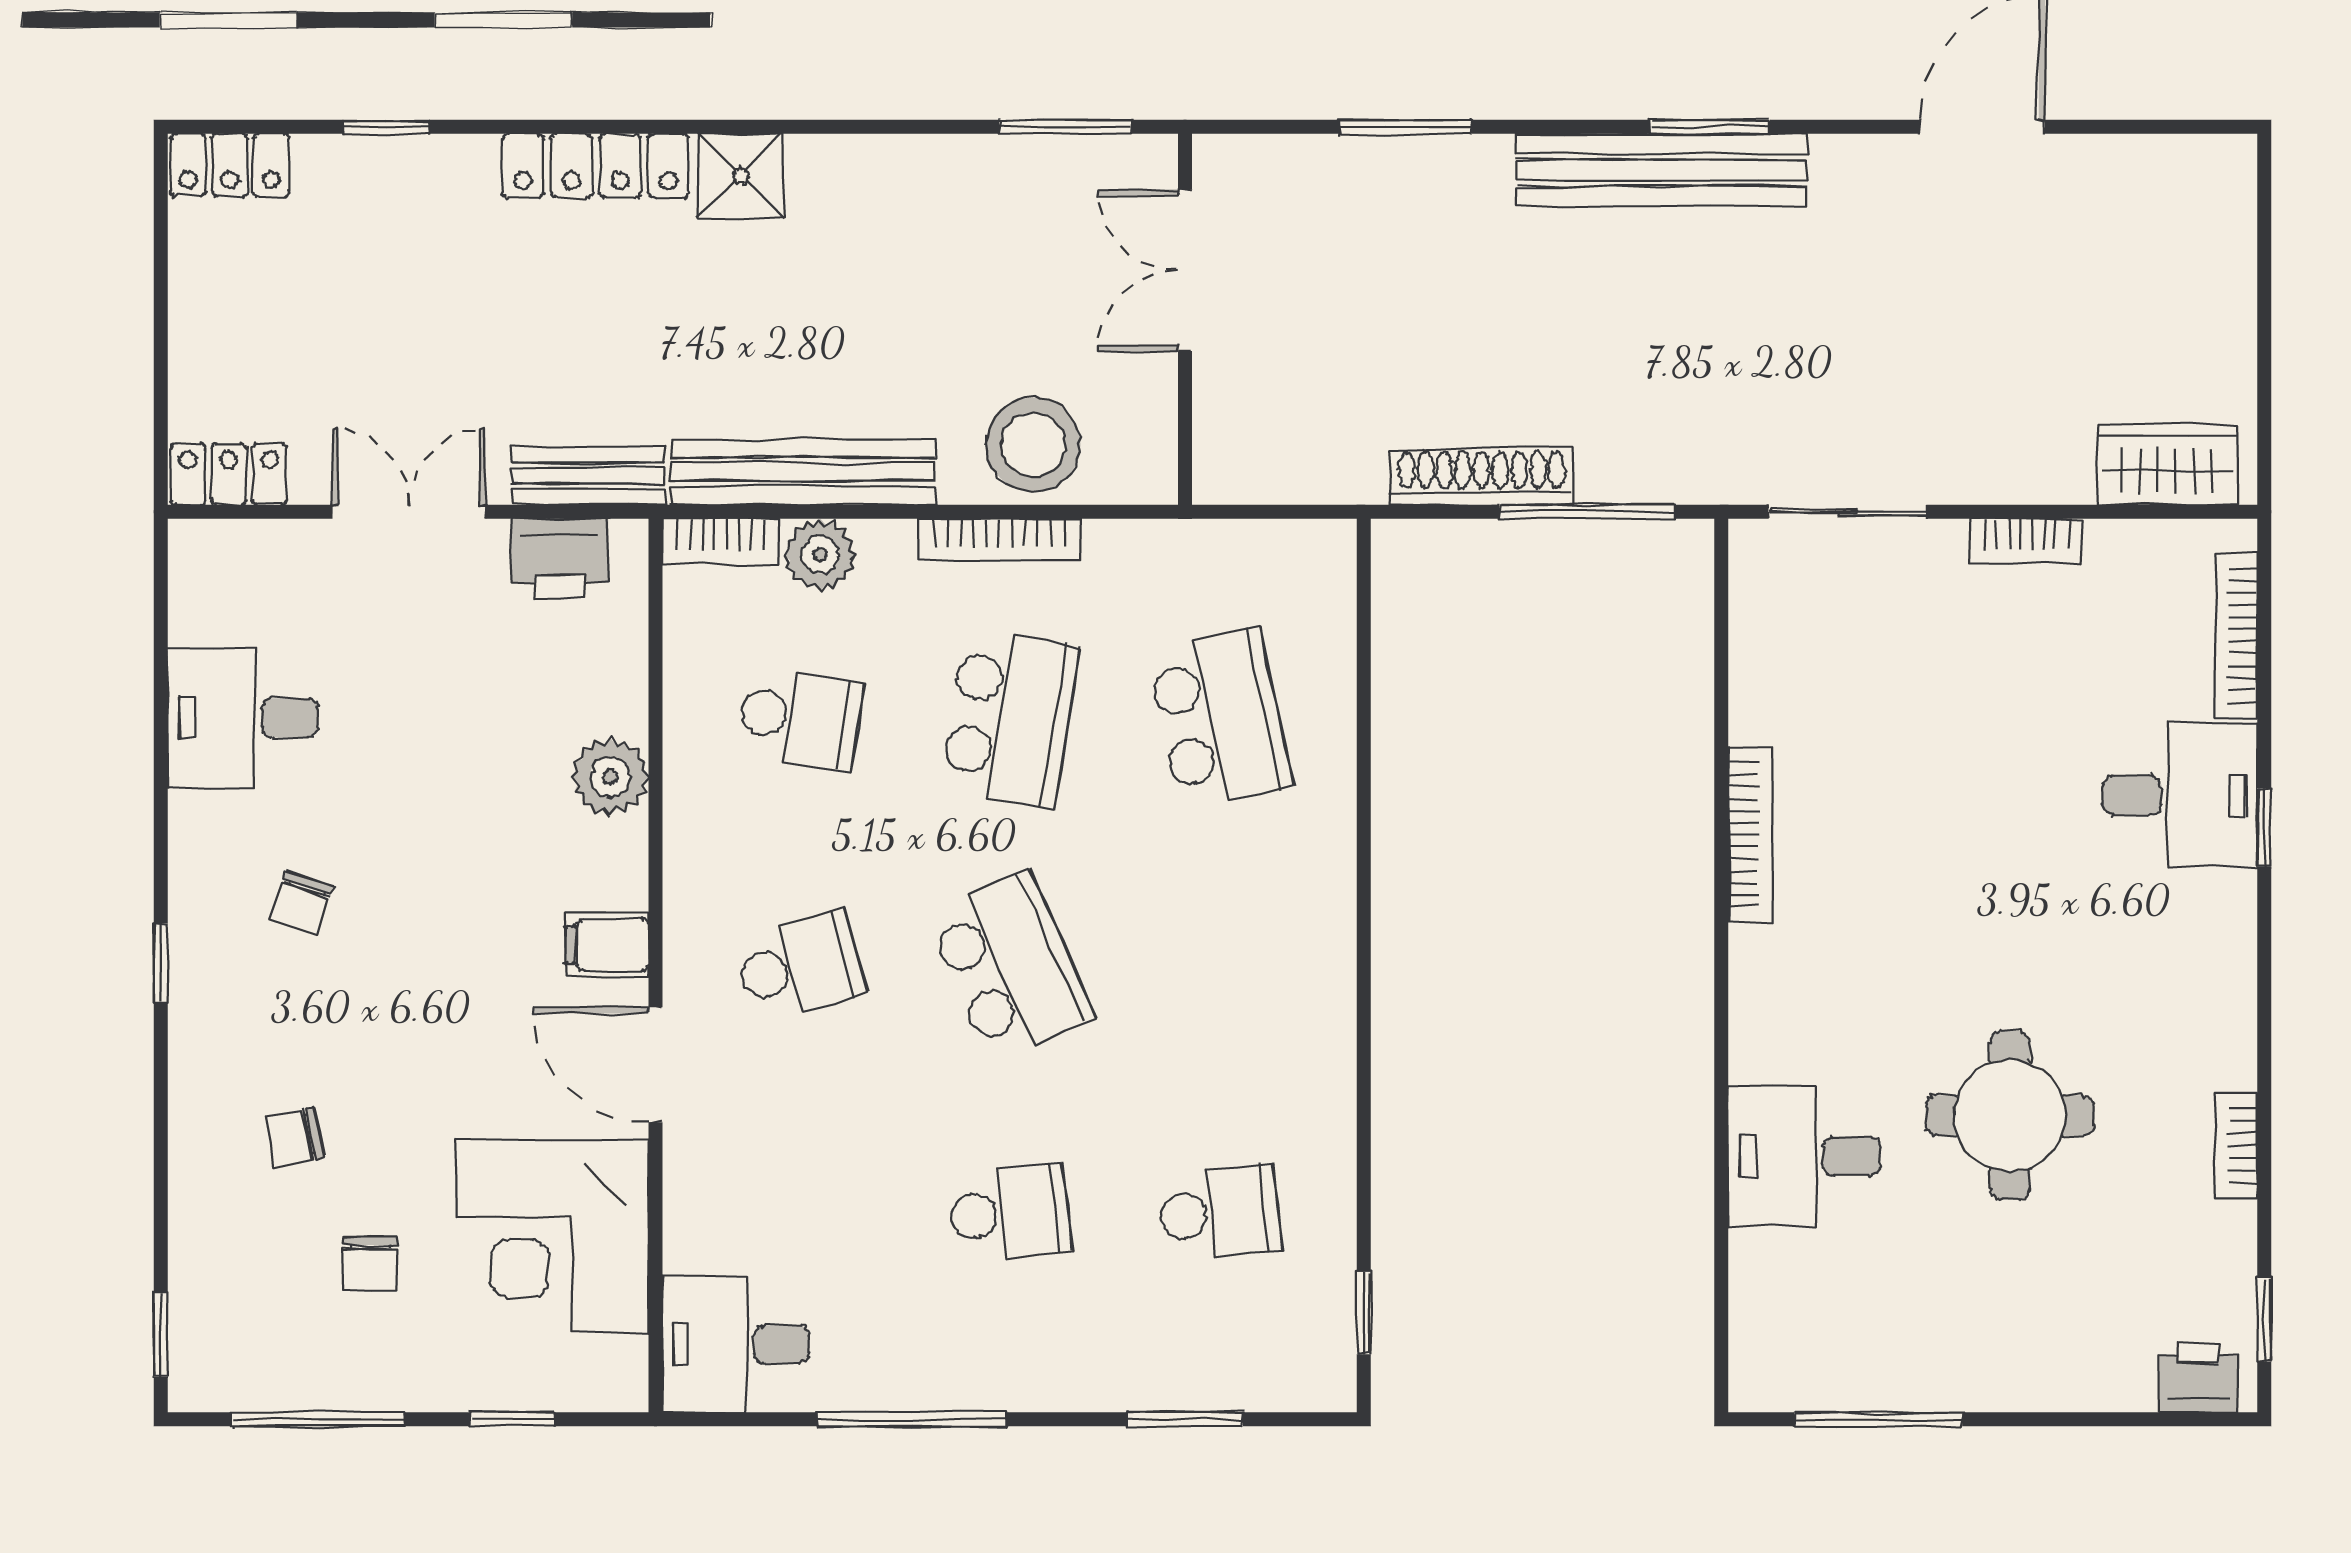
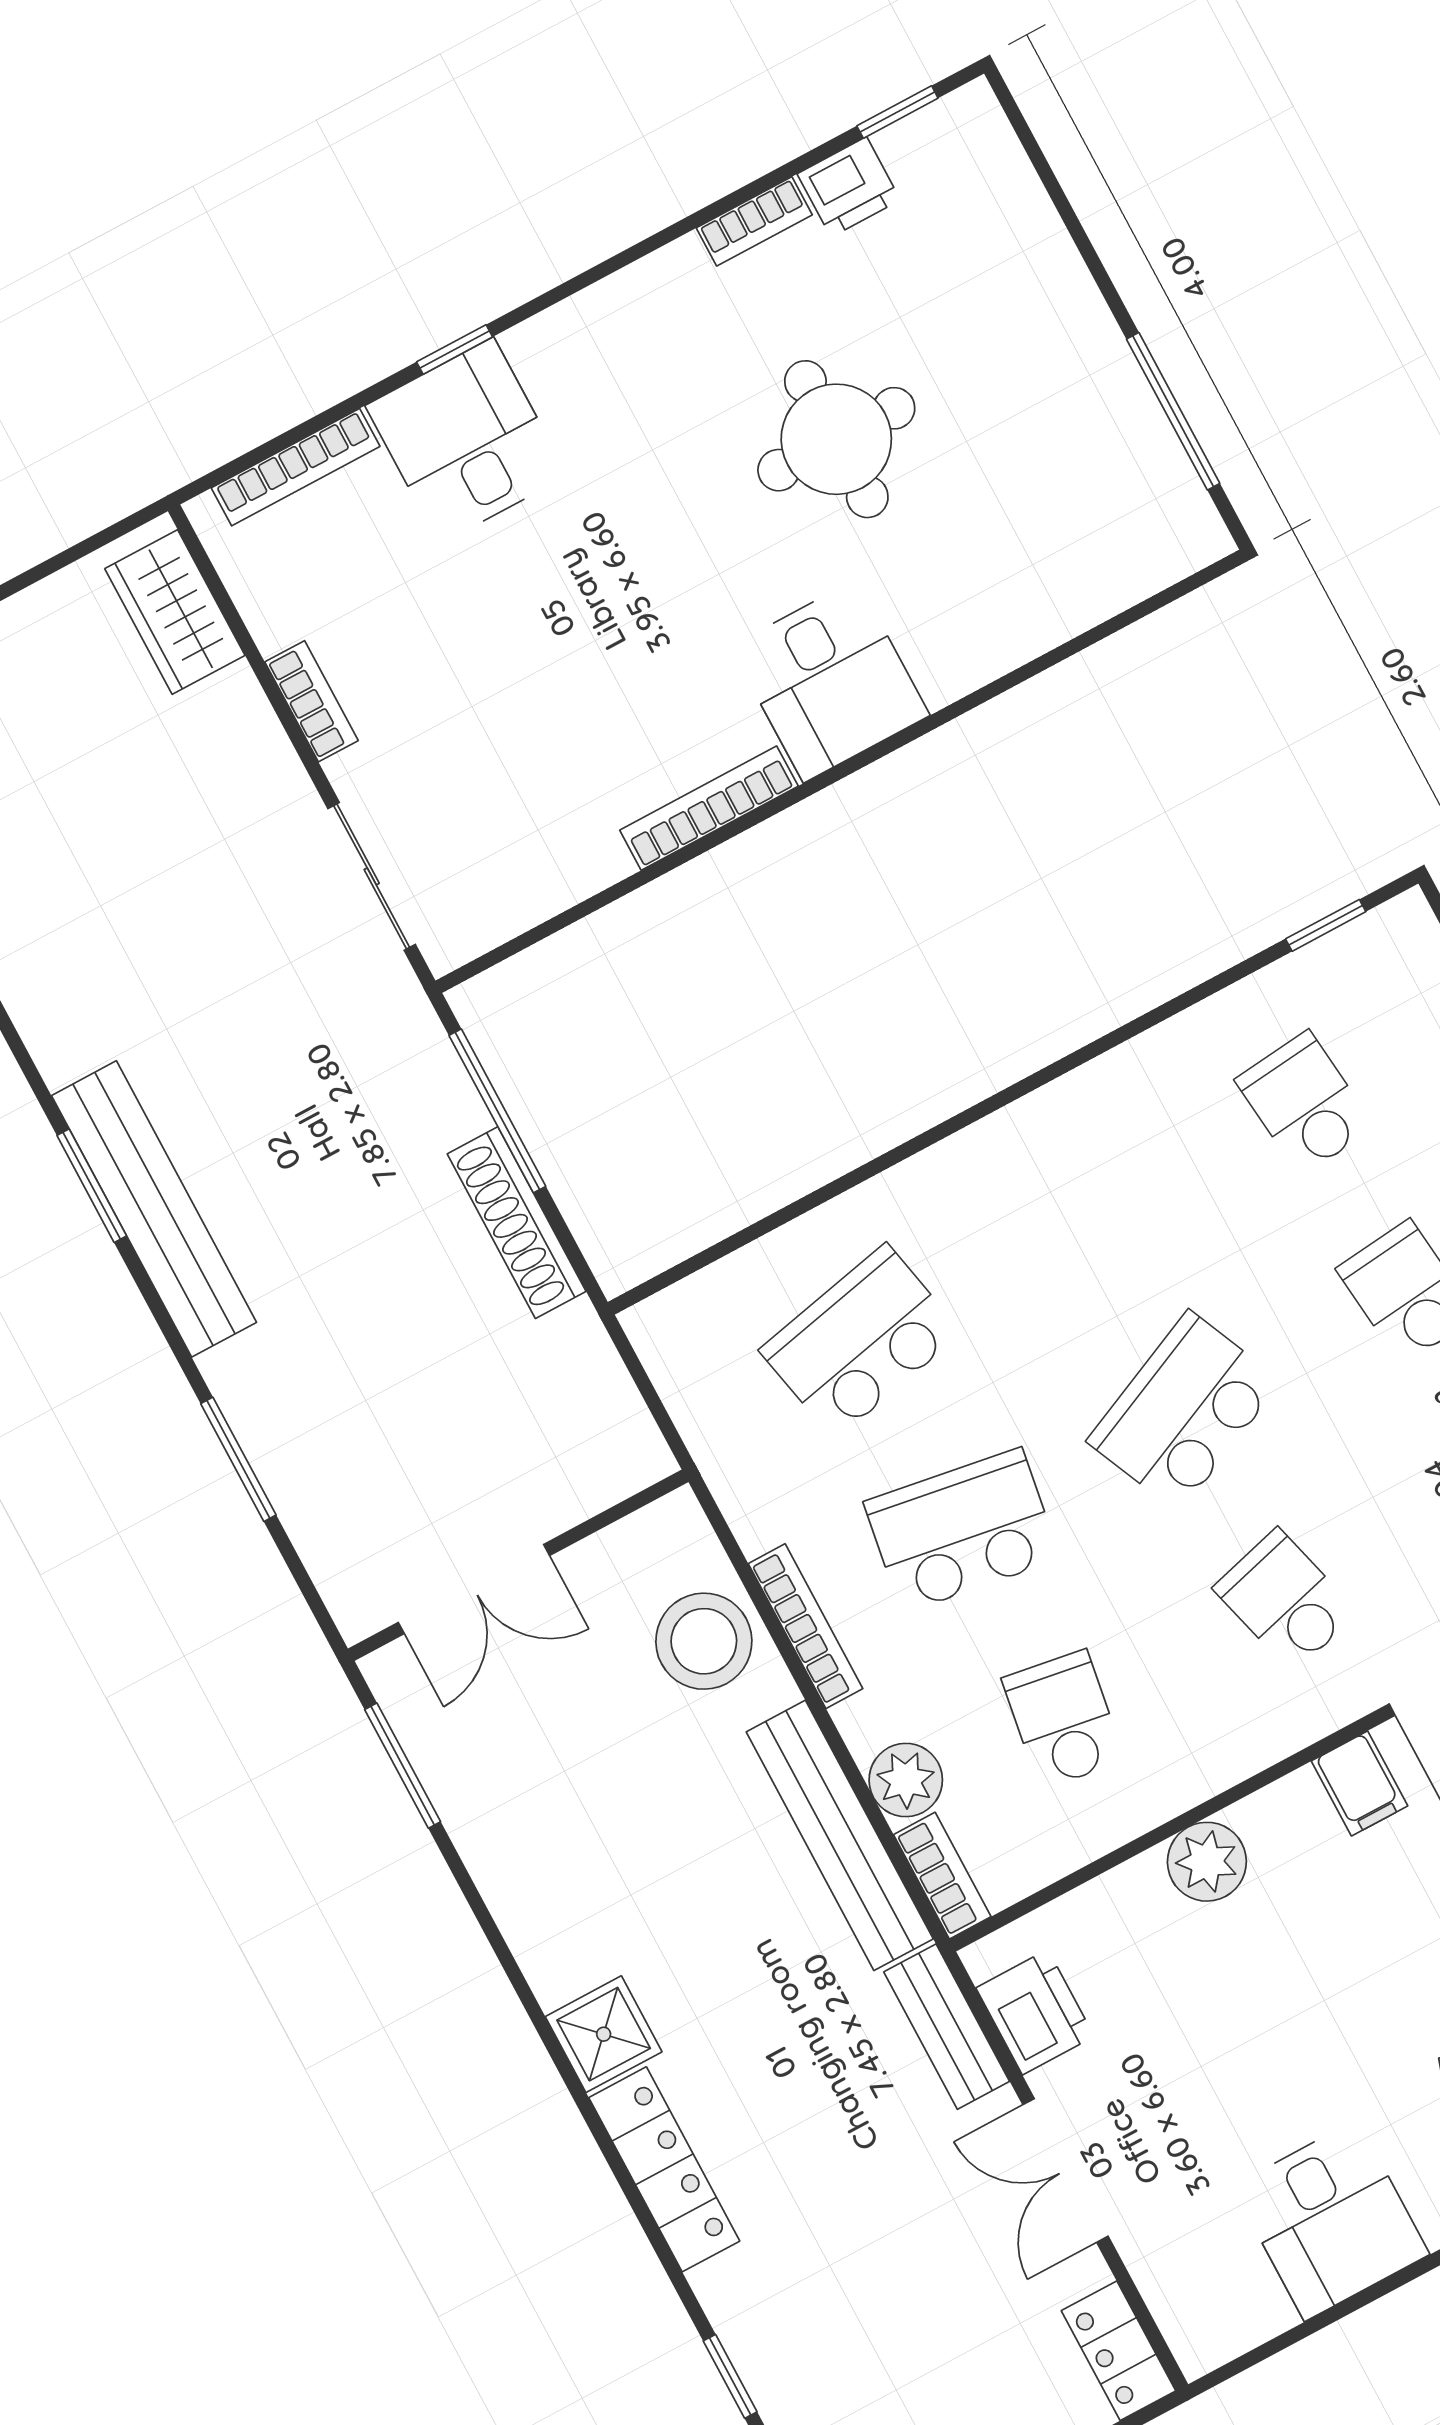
desk: (1804, 1156) -> (830, 681), moved
printer: (2199, 1377) -> (849, 187), moved, turned -90

